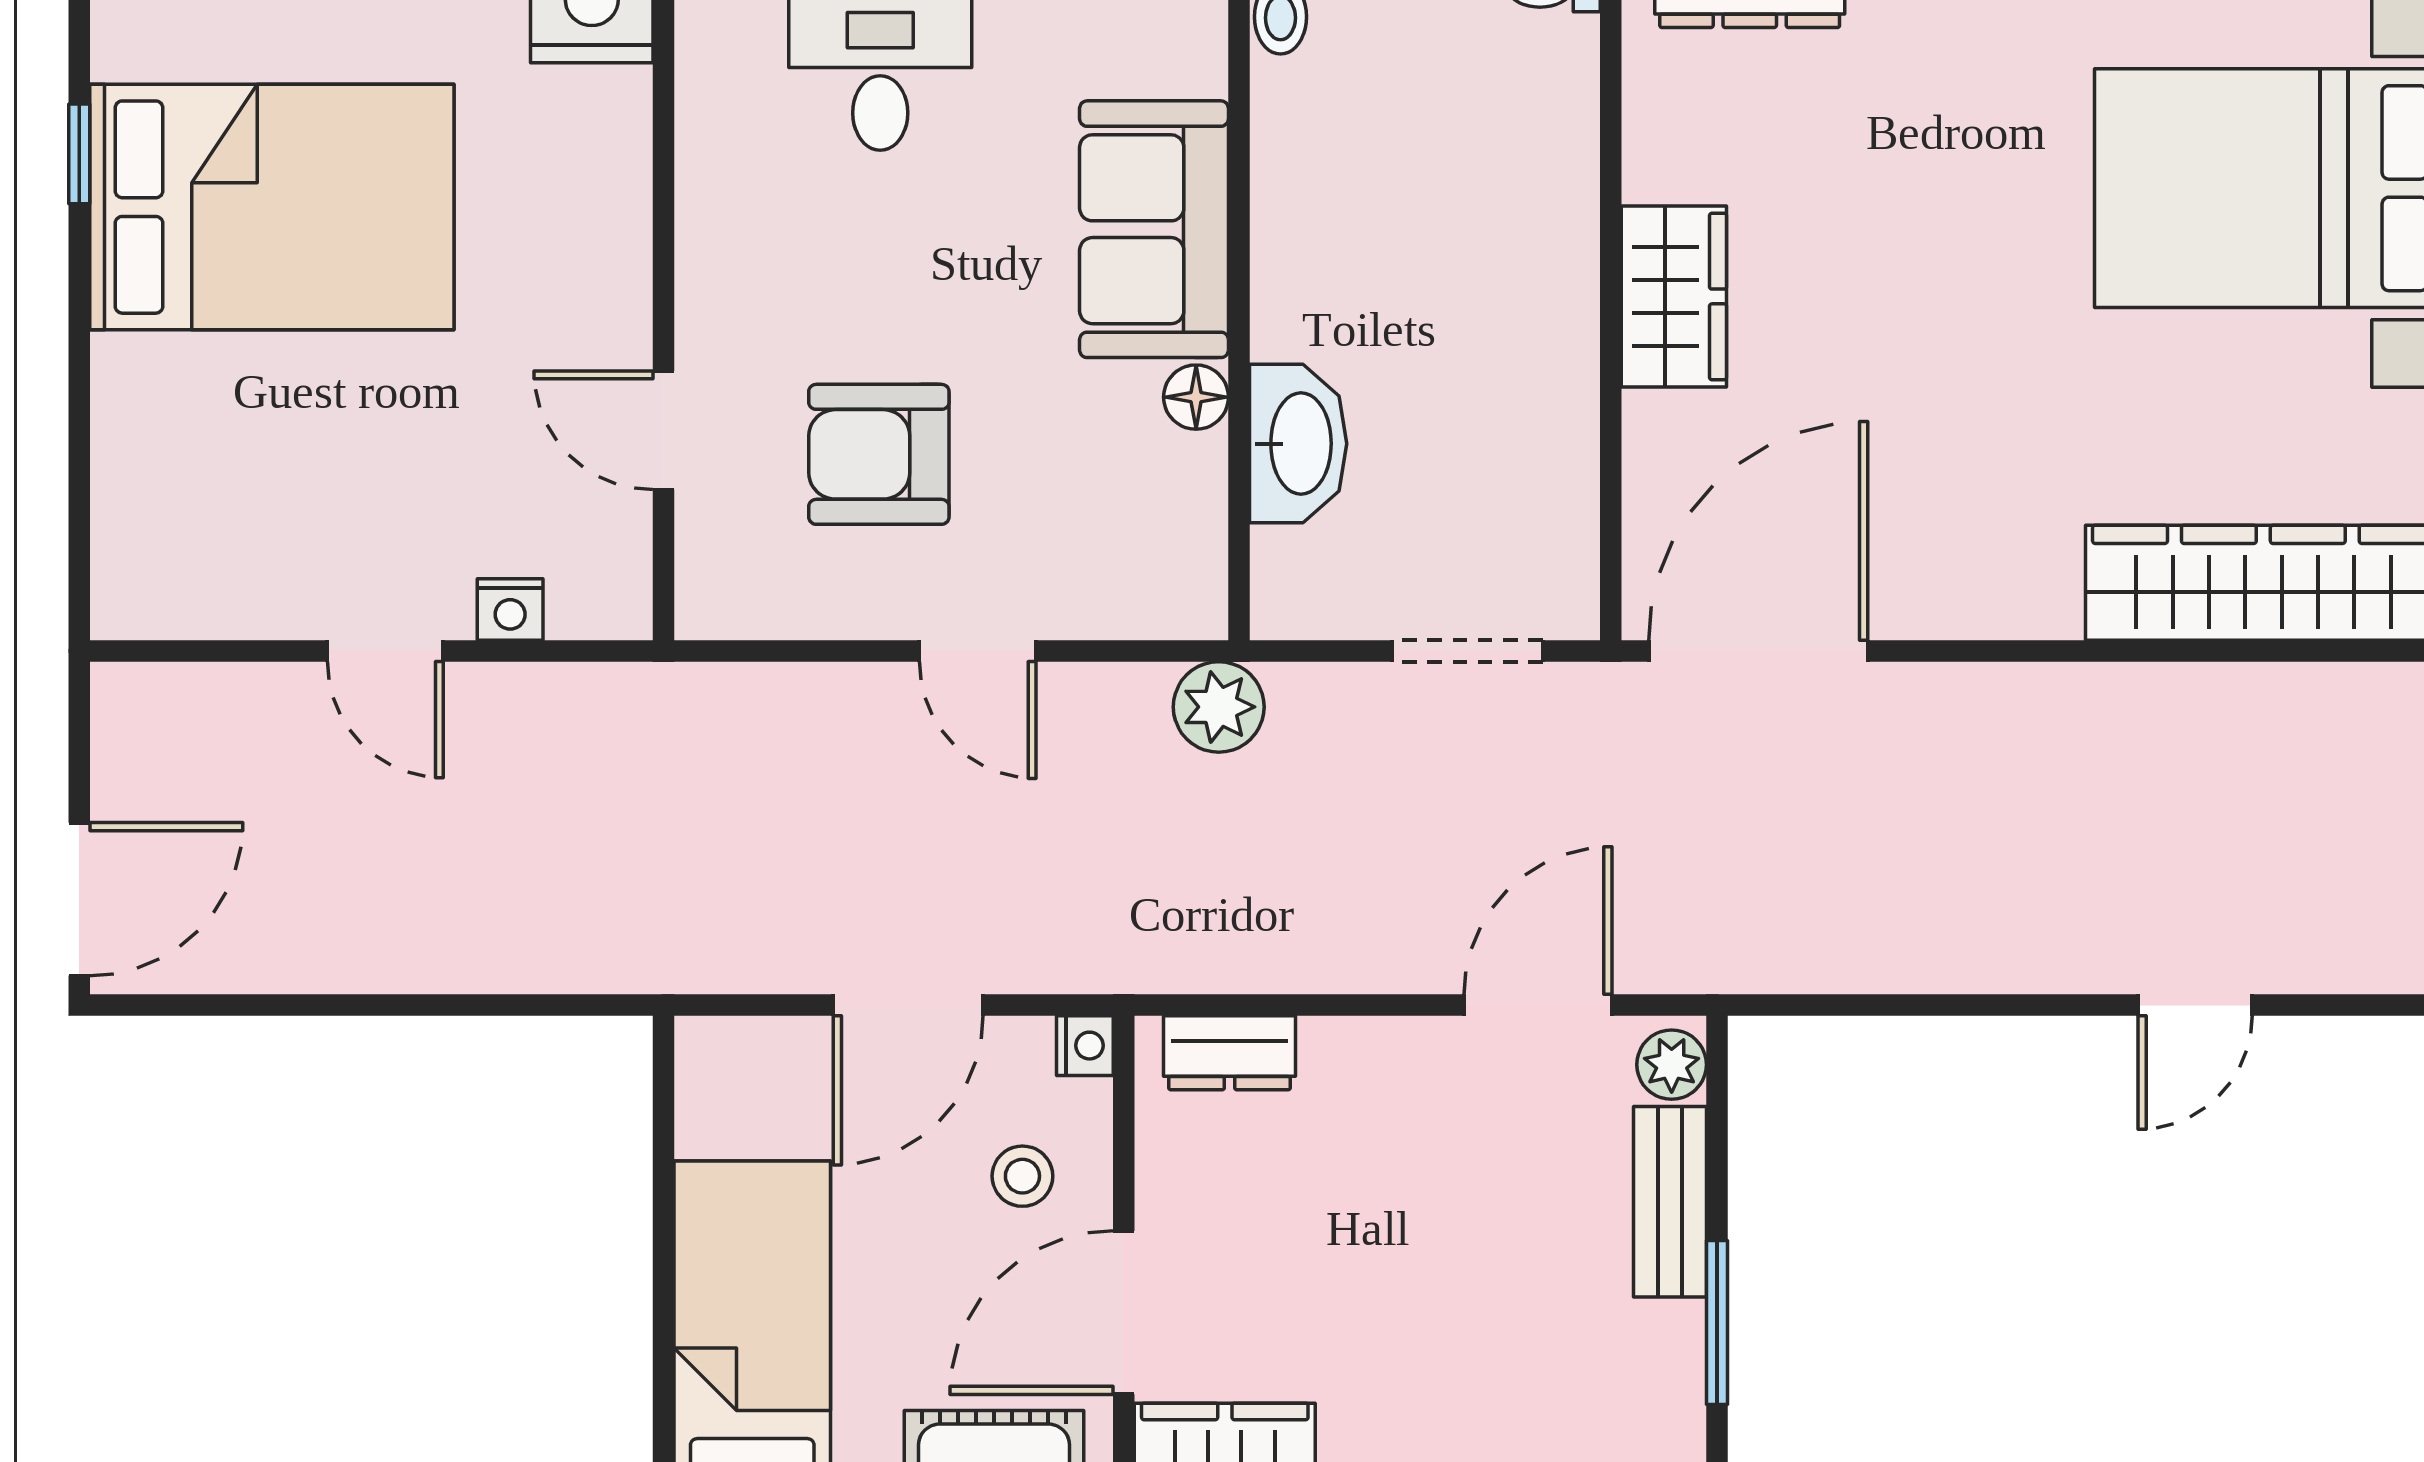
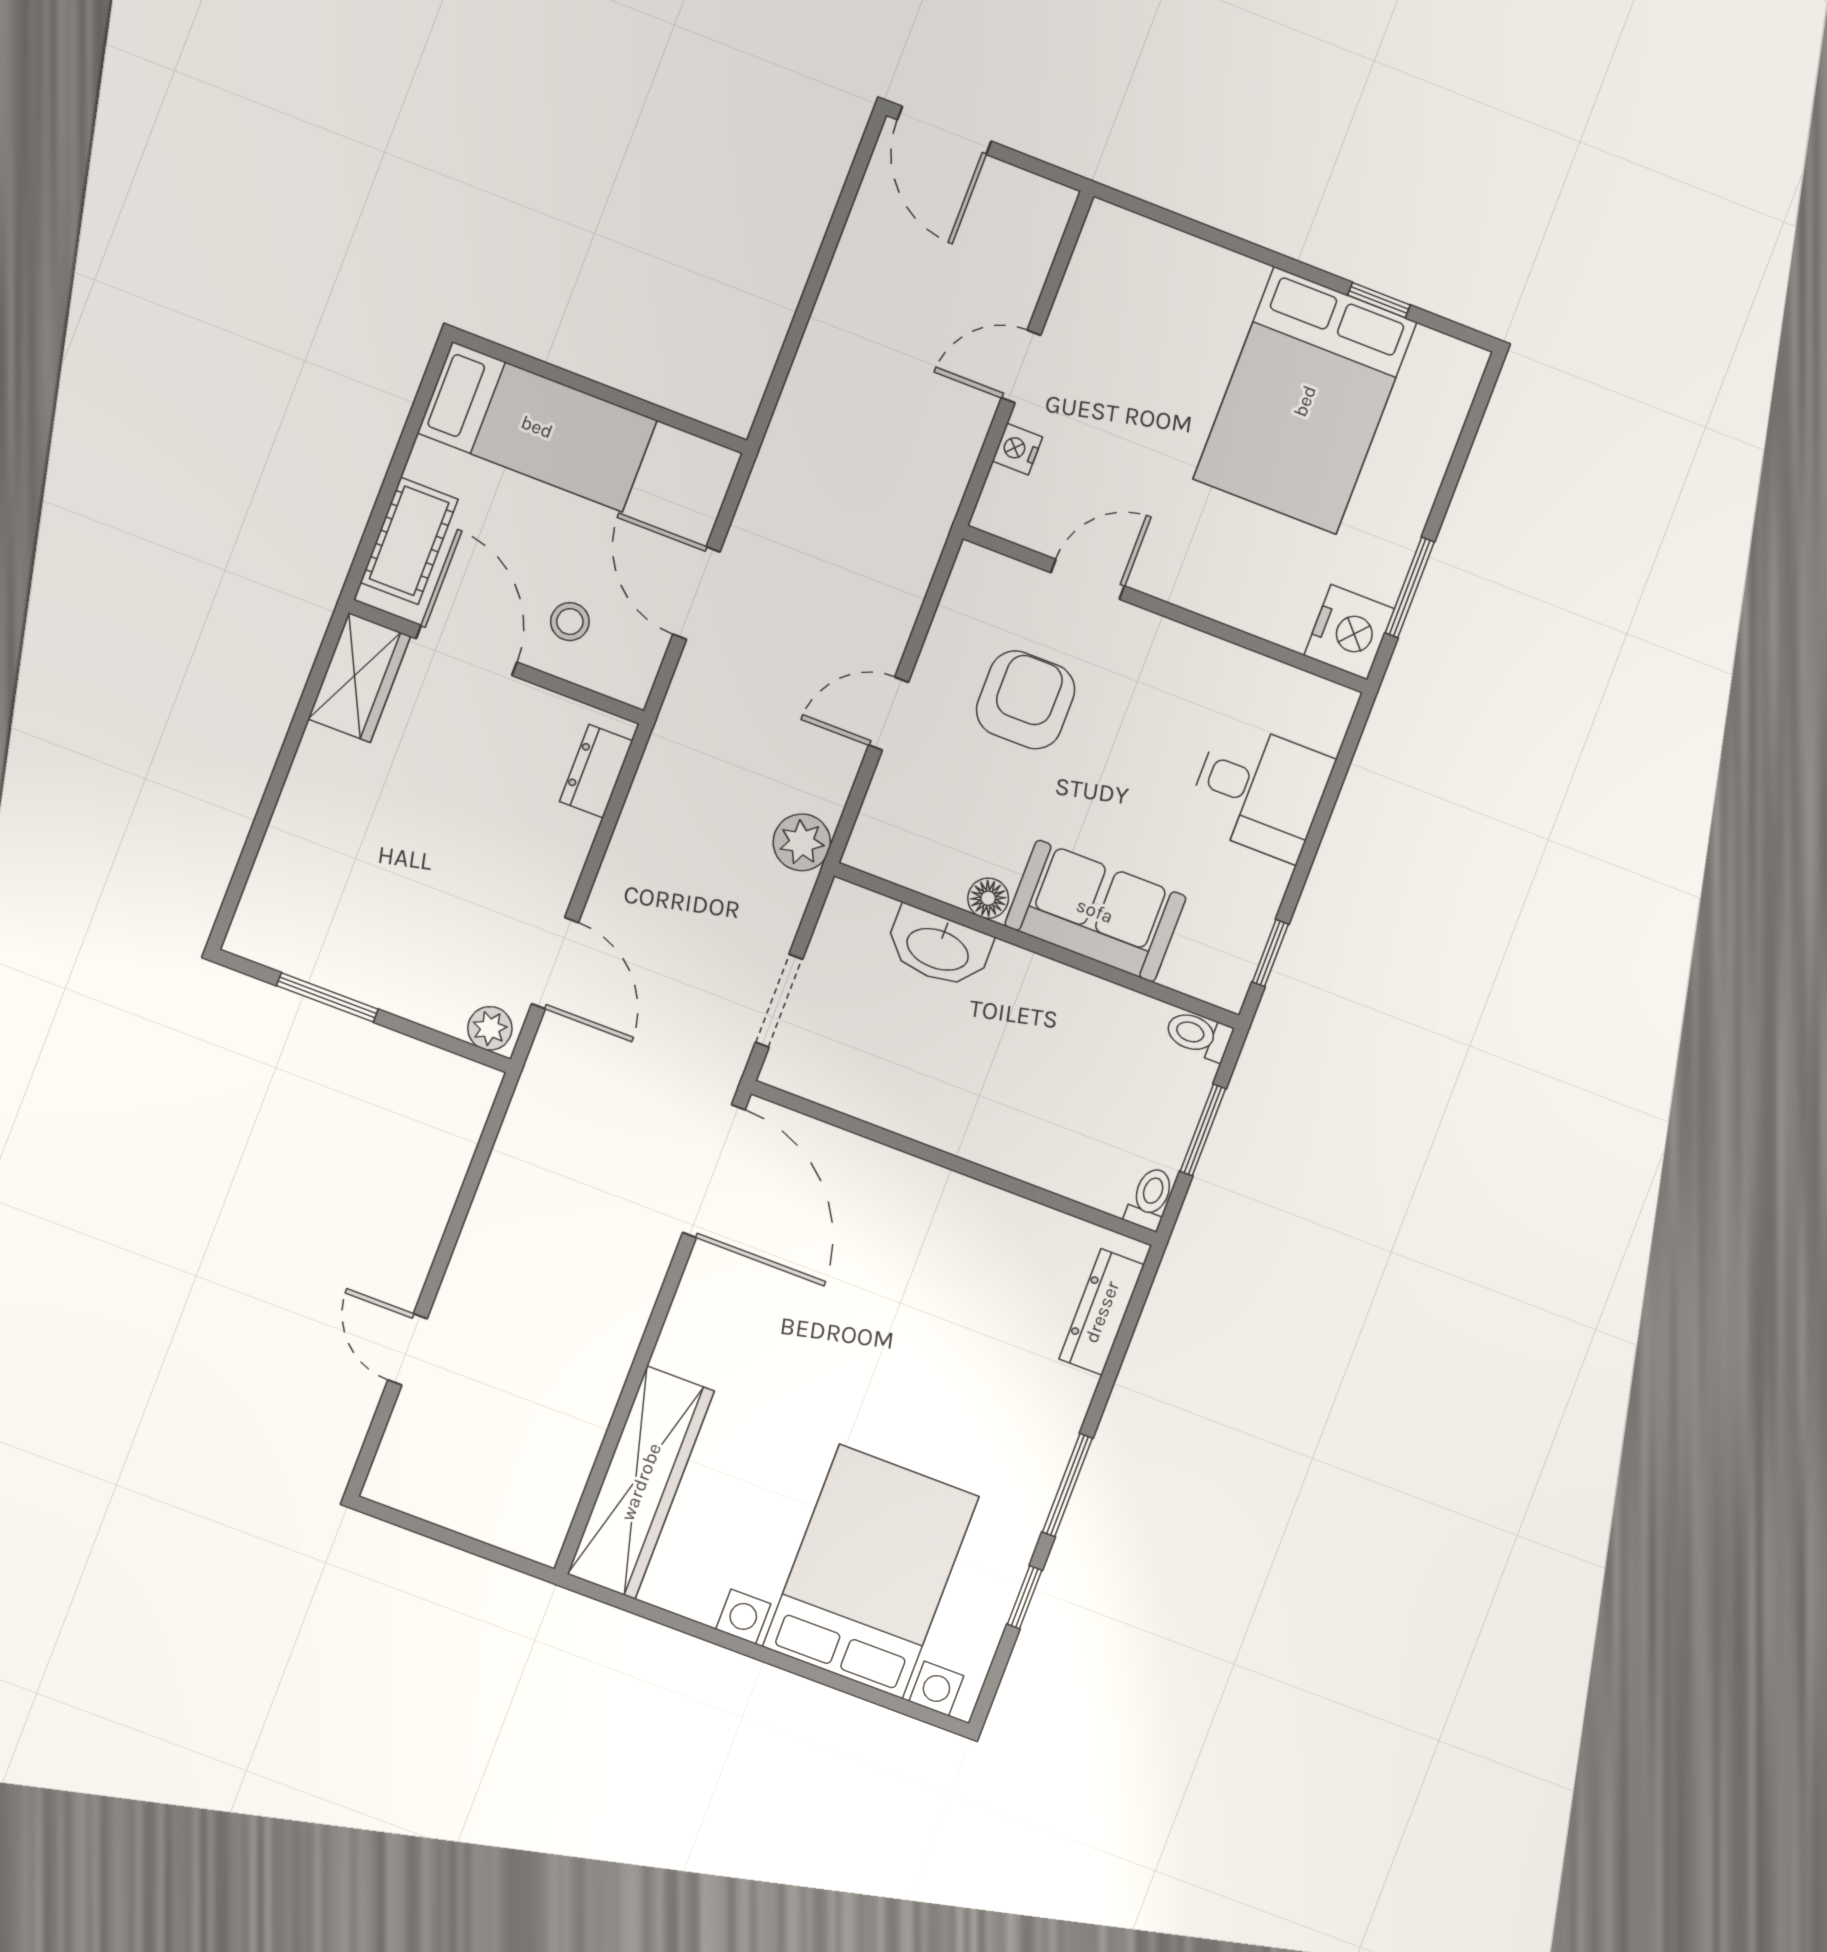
wardrobe: (1674, 296) -> (940, 1200), removed
nightstand: (1085, 1046) -> (633, 688), removed
bench: (1670, 1202) -> (409, 997), removed

